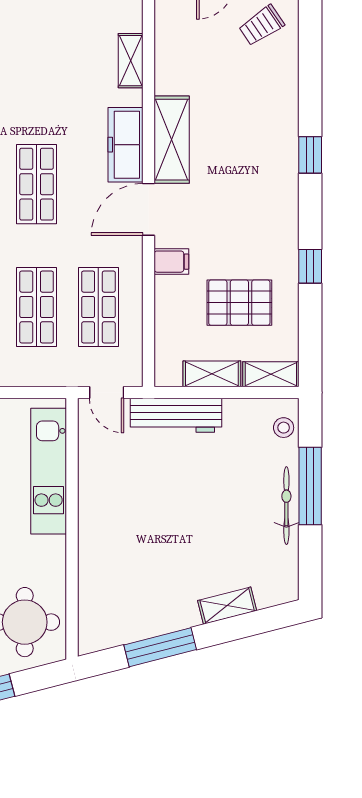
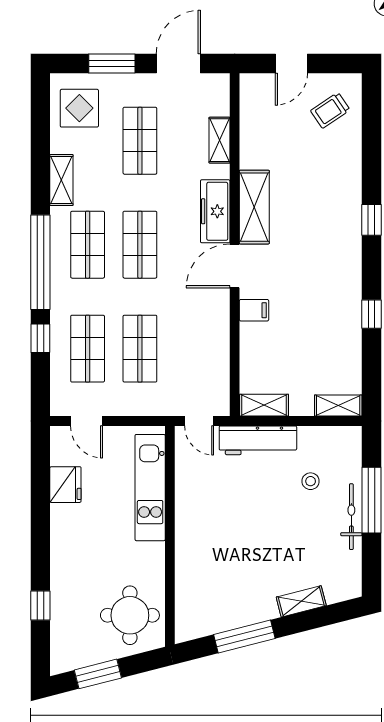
pallet: (239, 303) -> (312, 345), removed
shop shelf: (98, 307) -> (140, 141), moved
shelving: (212, 374) -> (264, 405), moved
stool: (284, 428) -> (311, 481), moved

